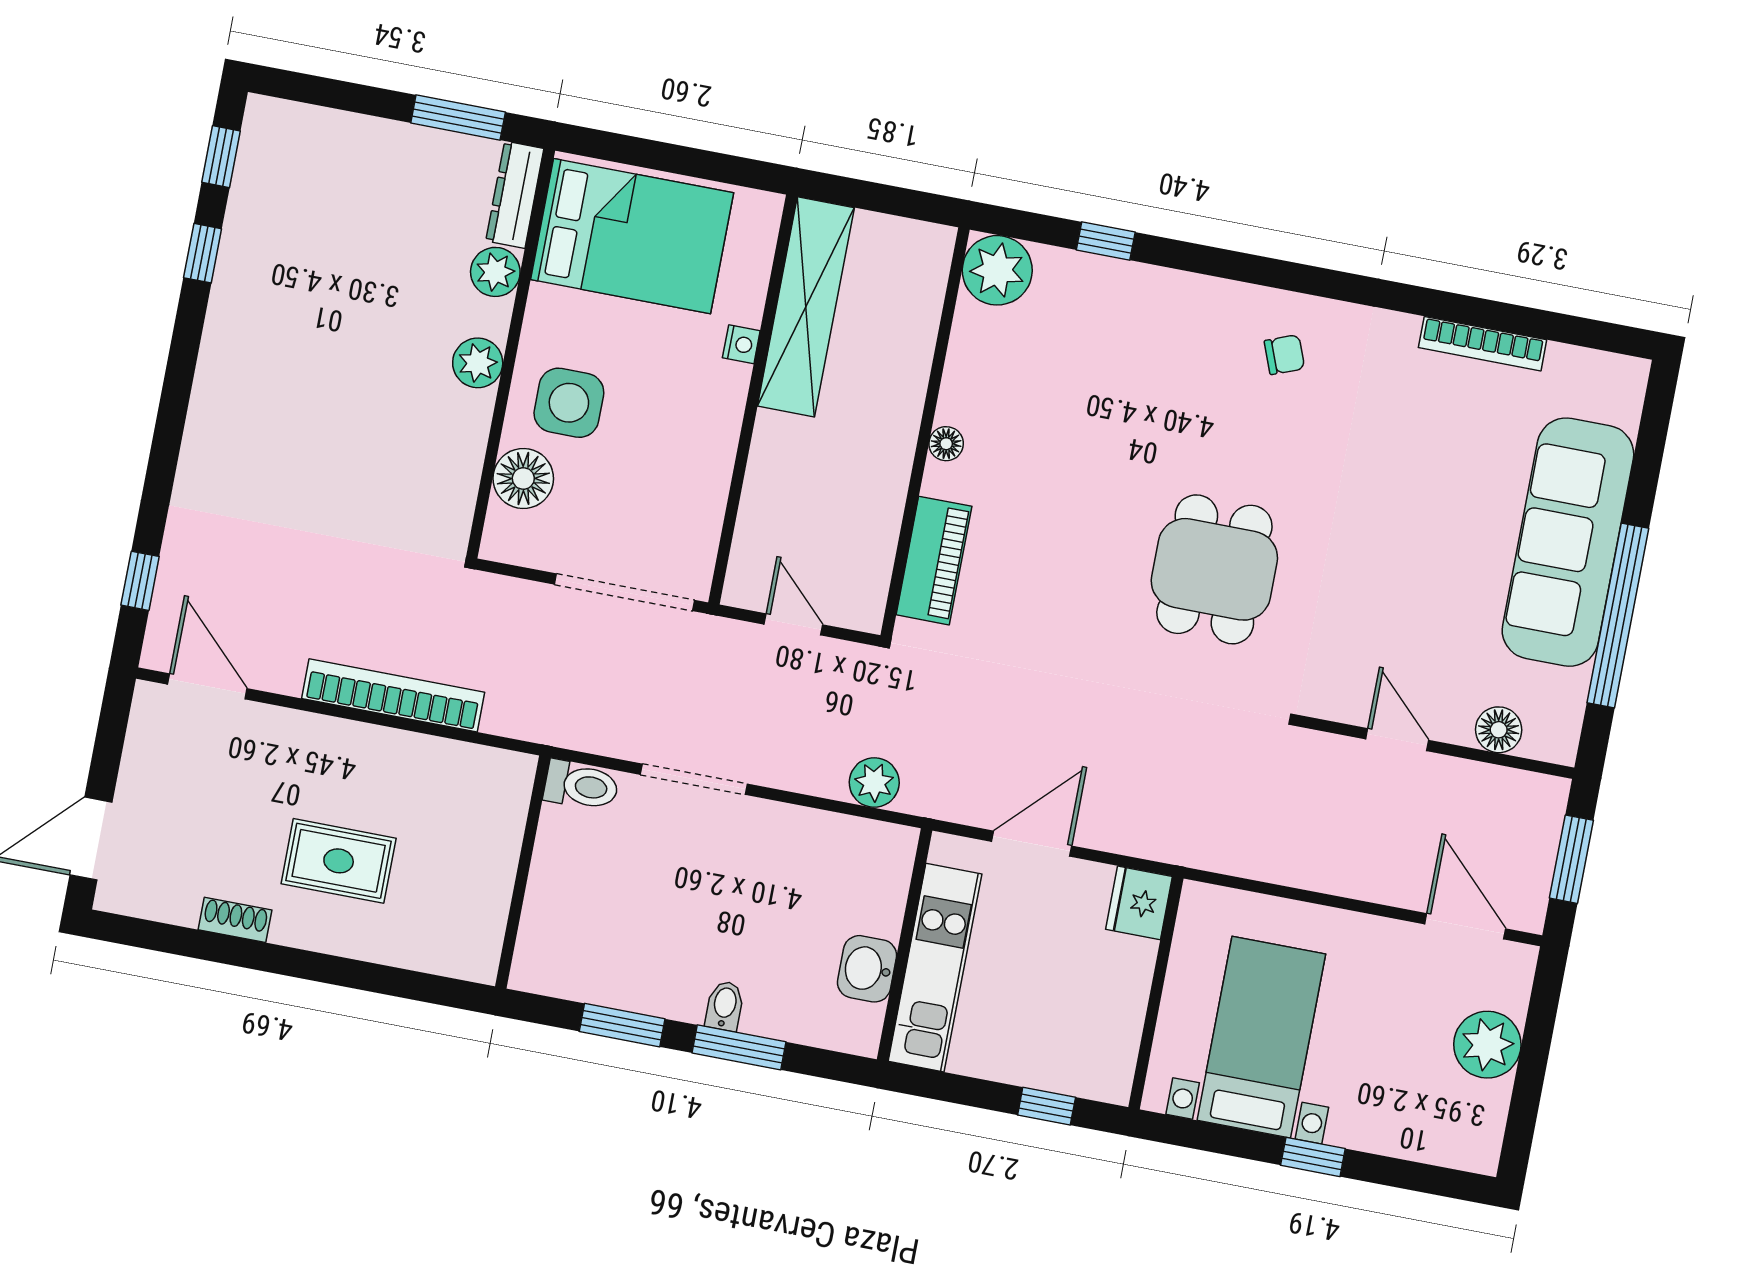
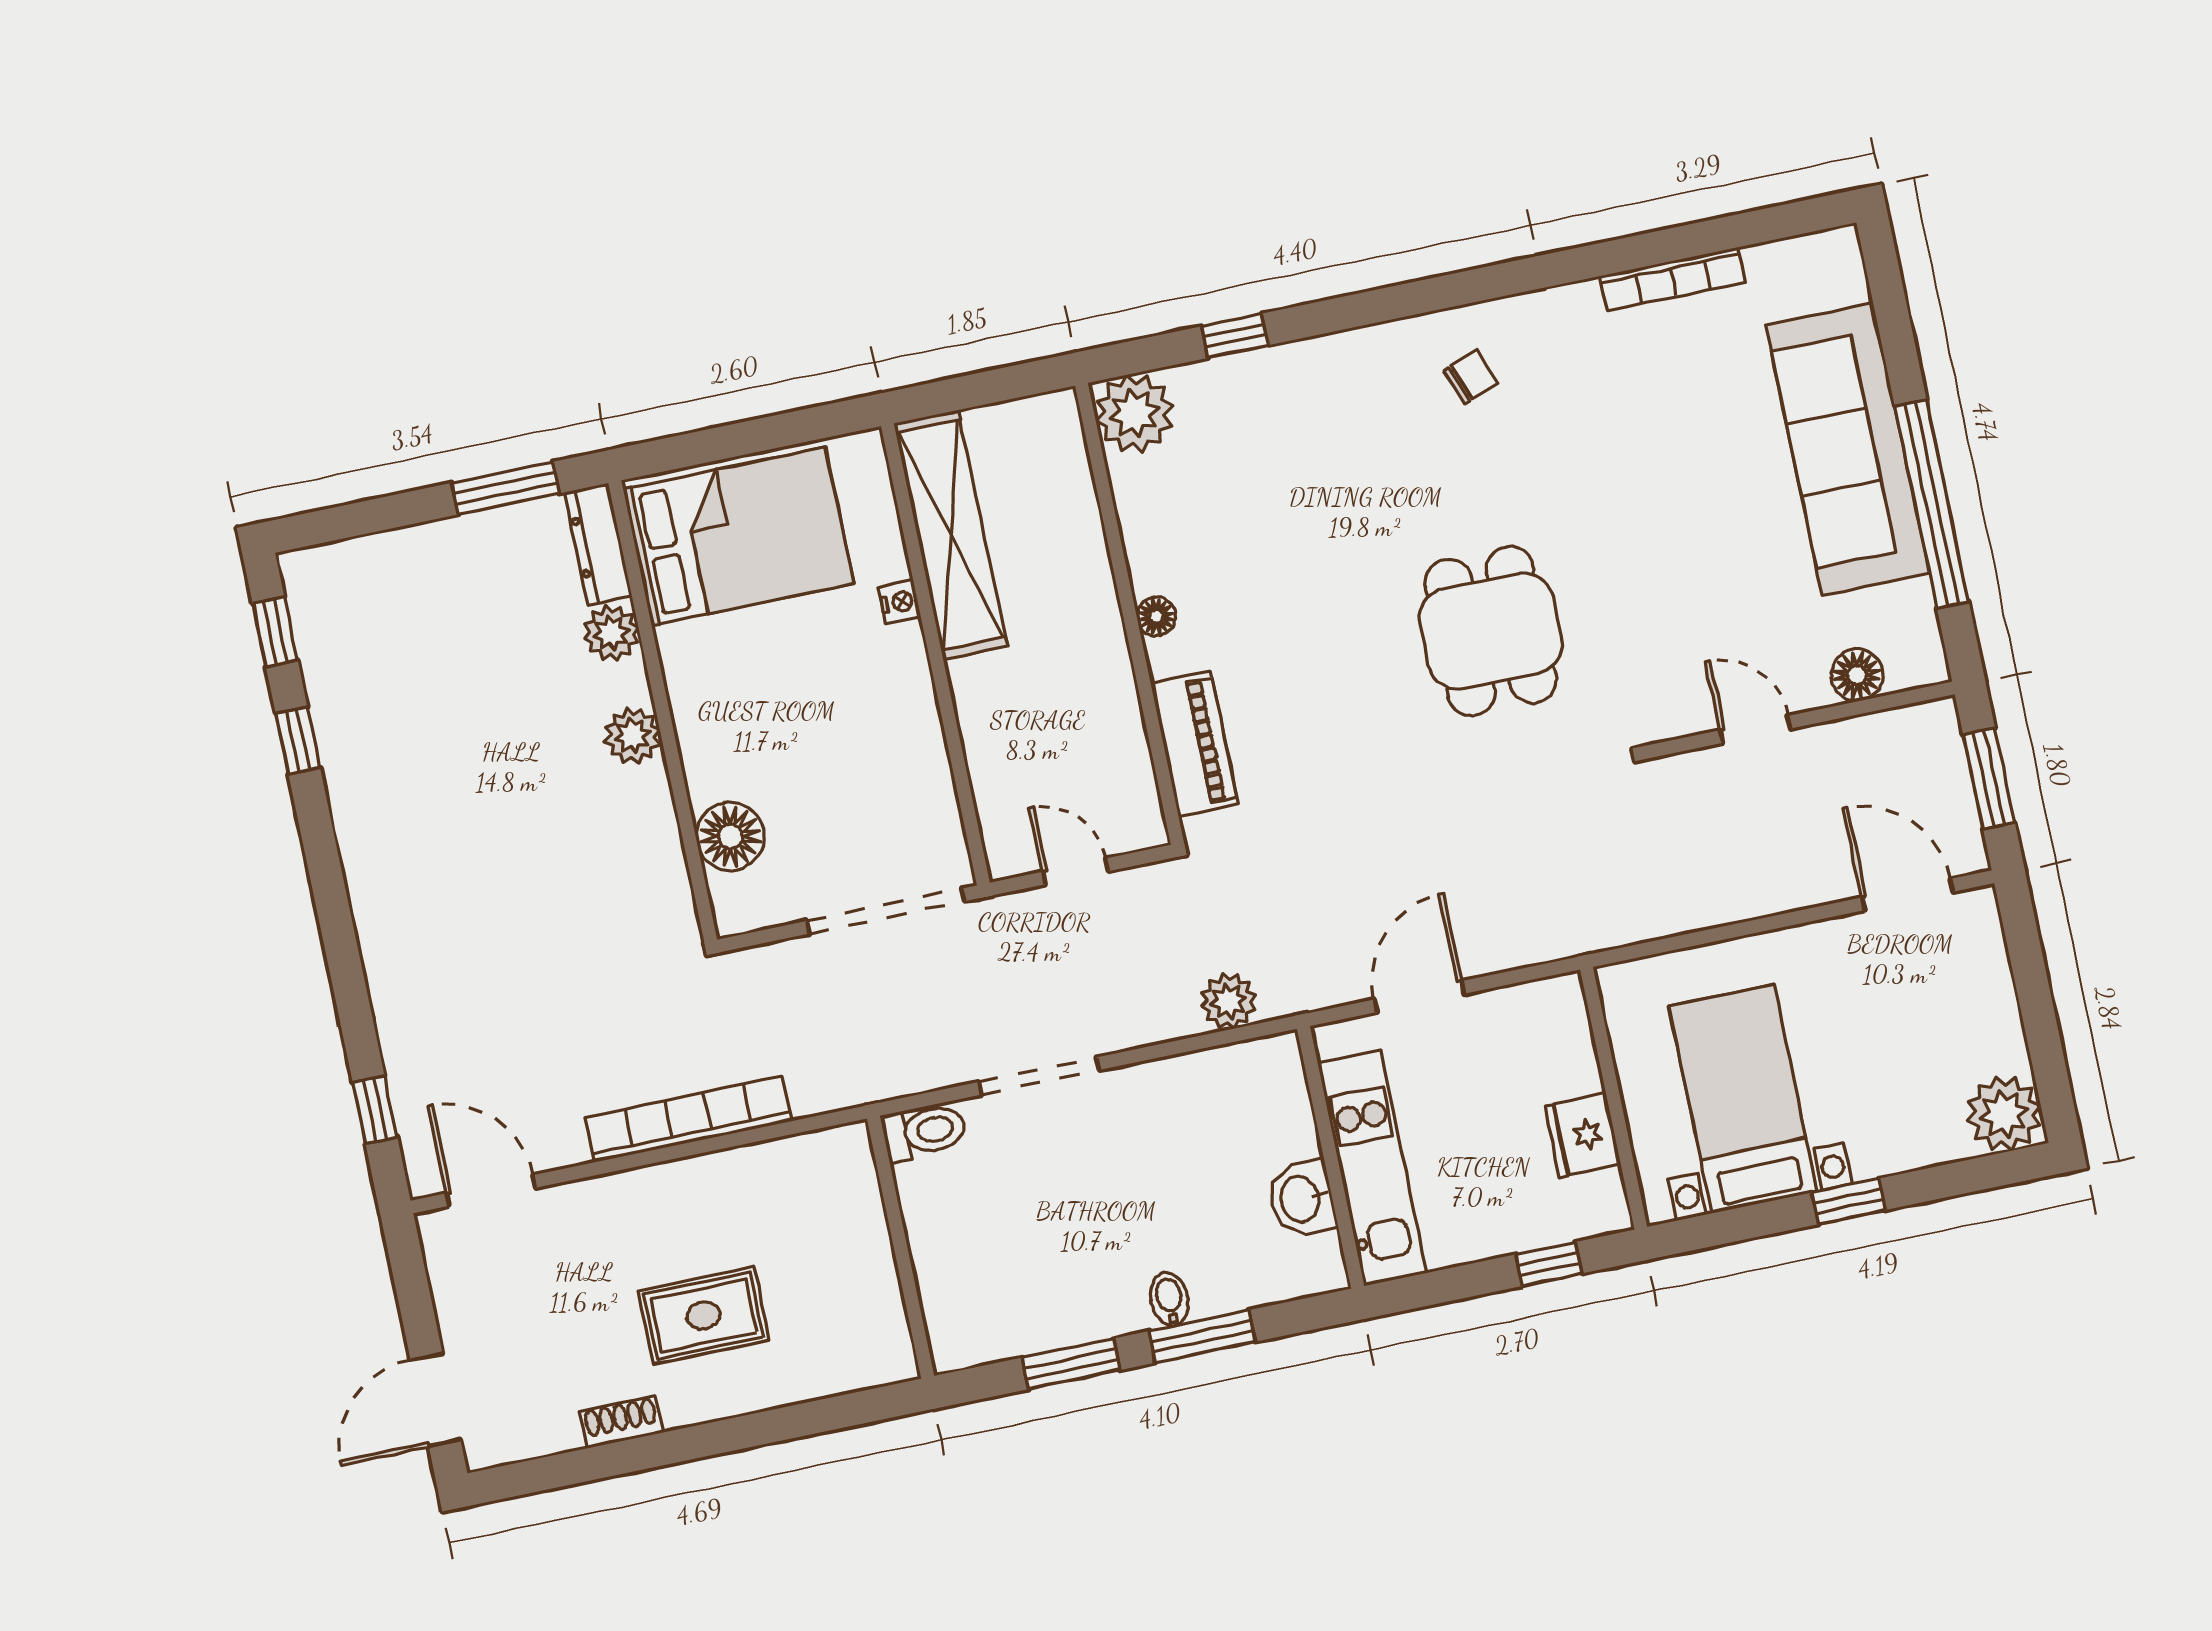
side table: (569, 403) -> (745, 738), removed
fridge: (1139, 903) -> (1583, 1135), moved
plant: (1487, 1045) -> (2004, 1114), moved

